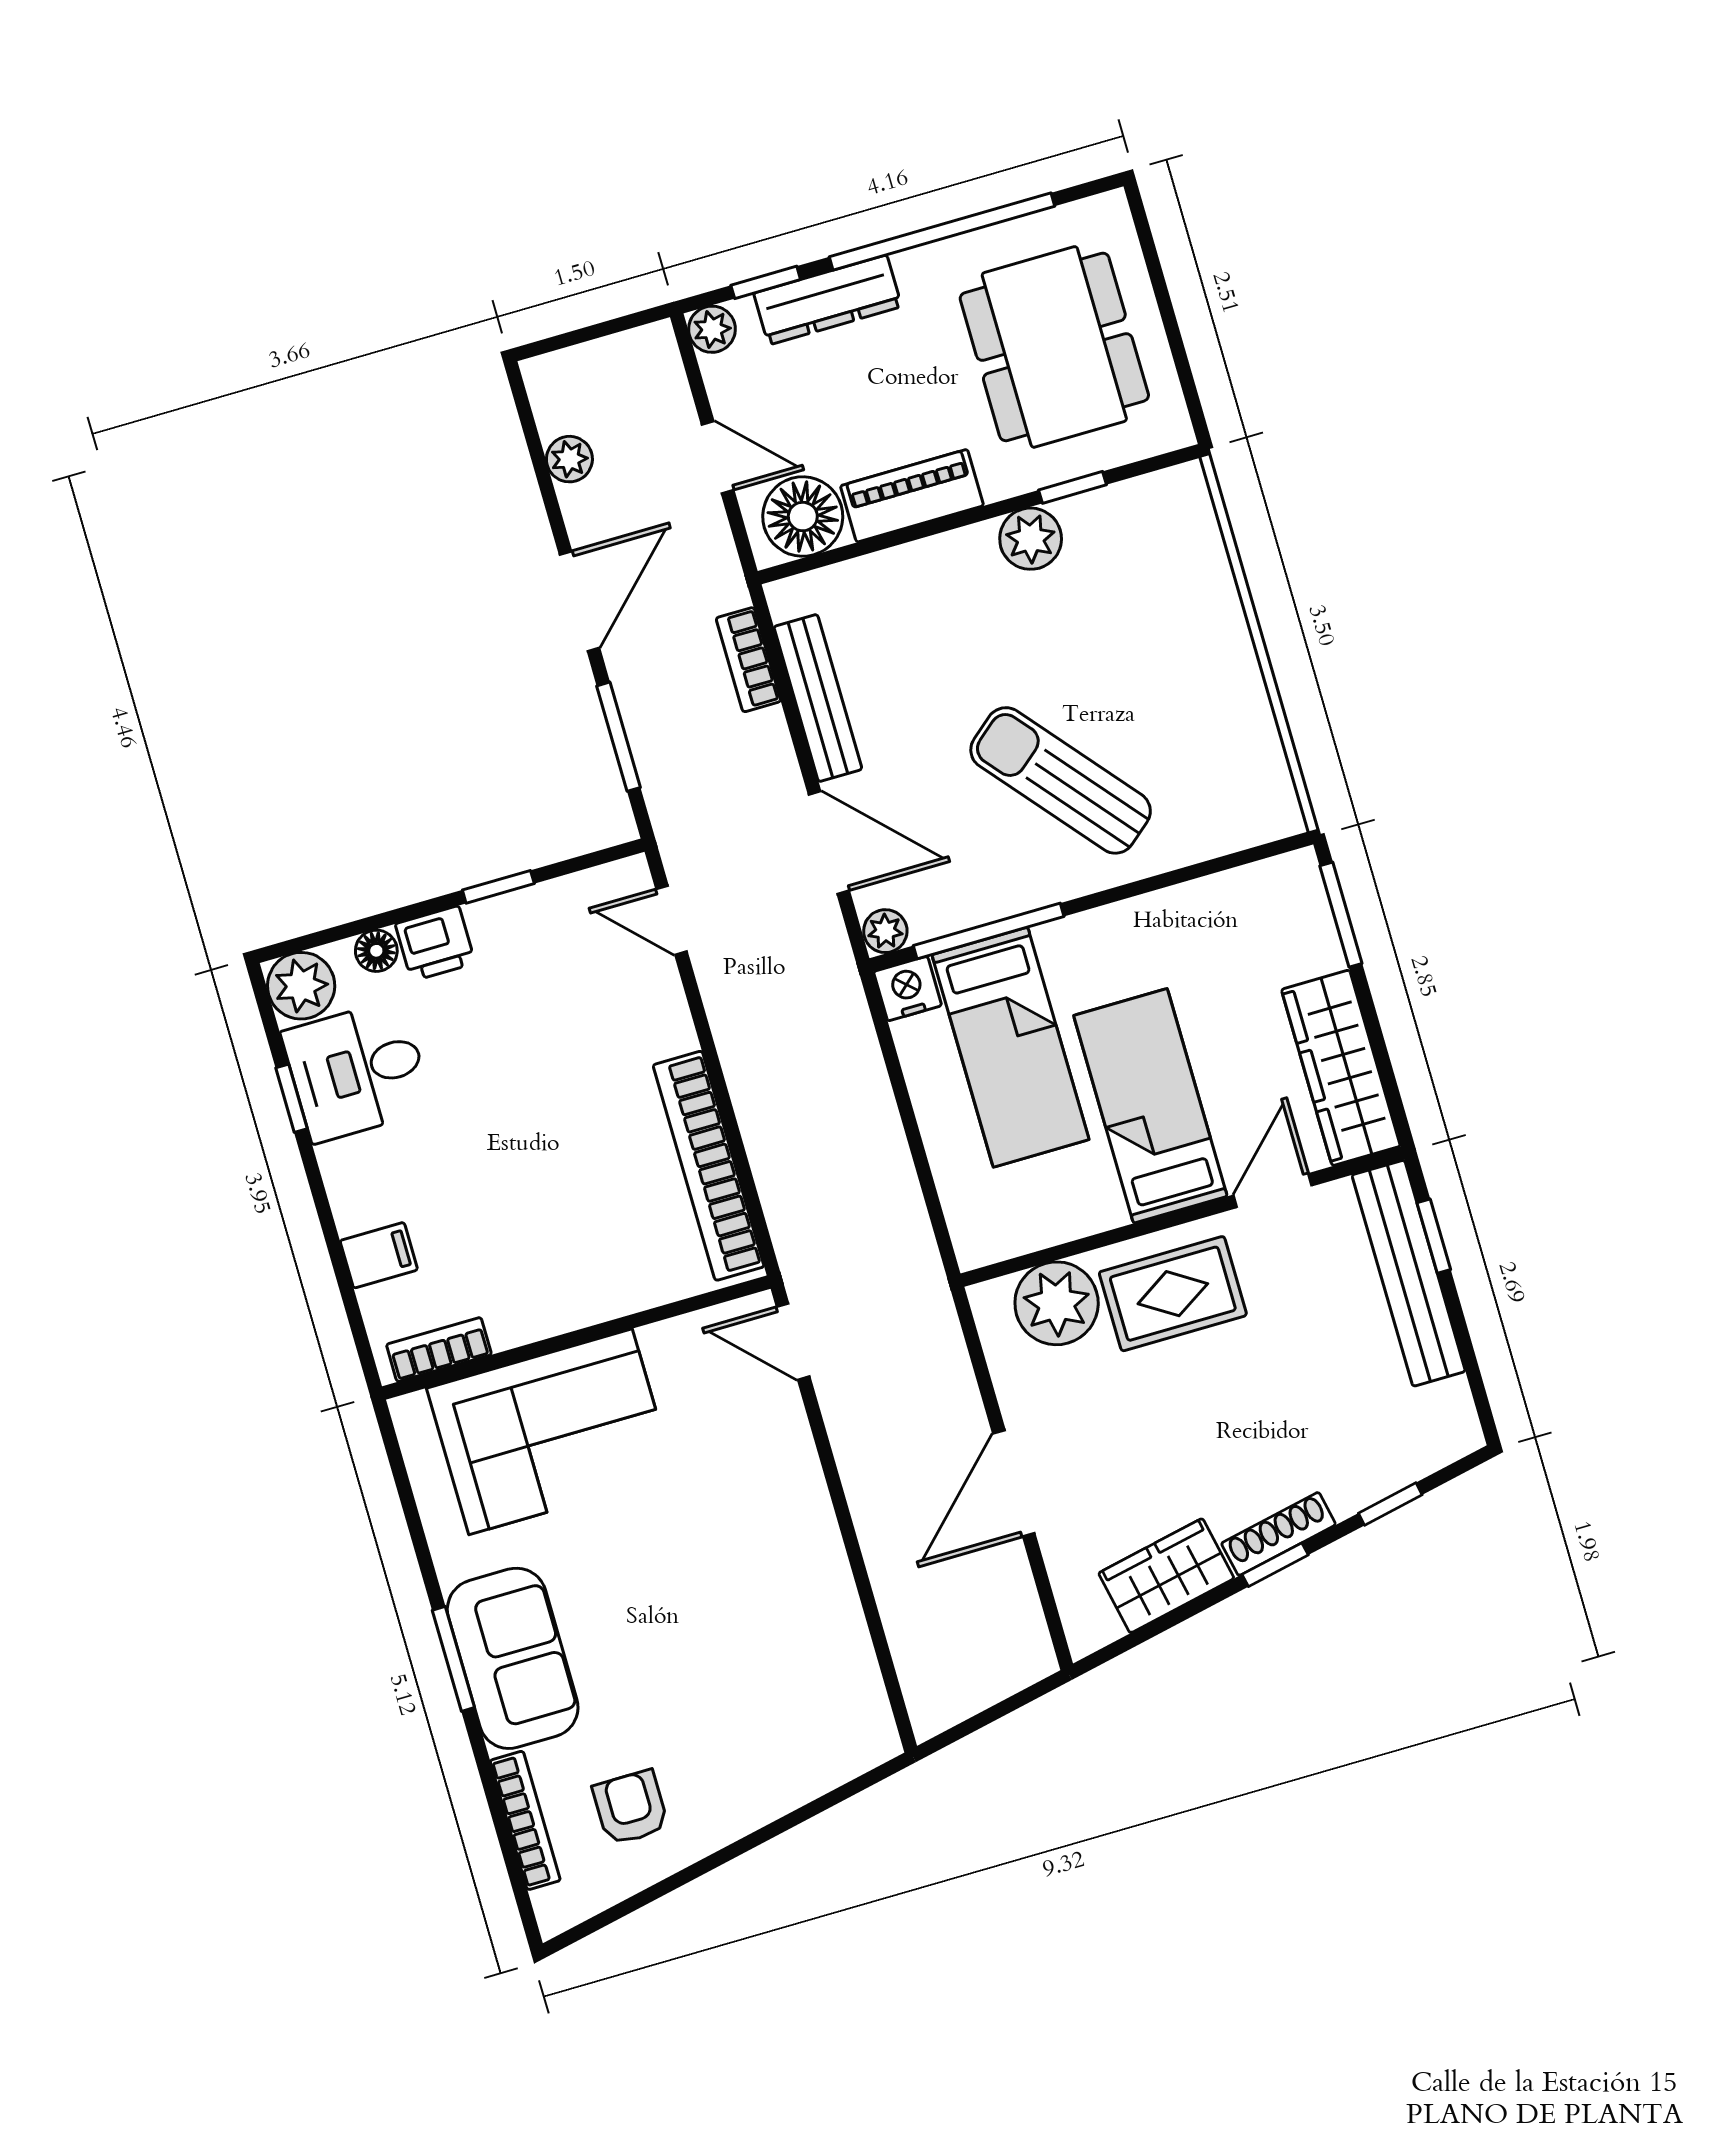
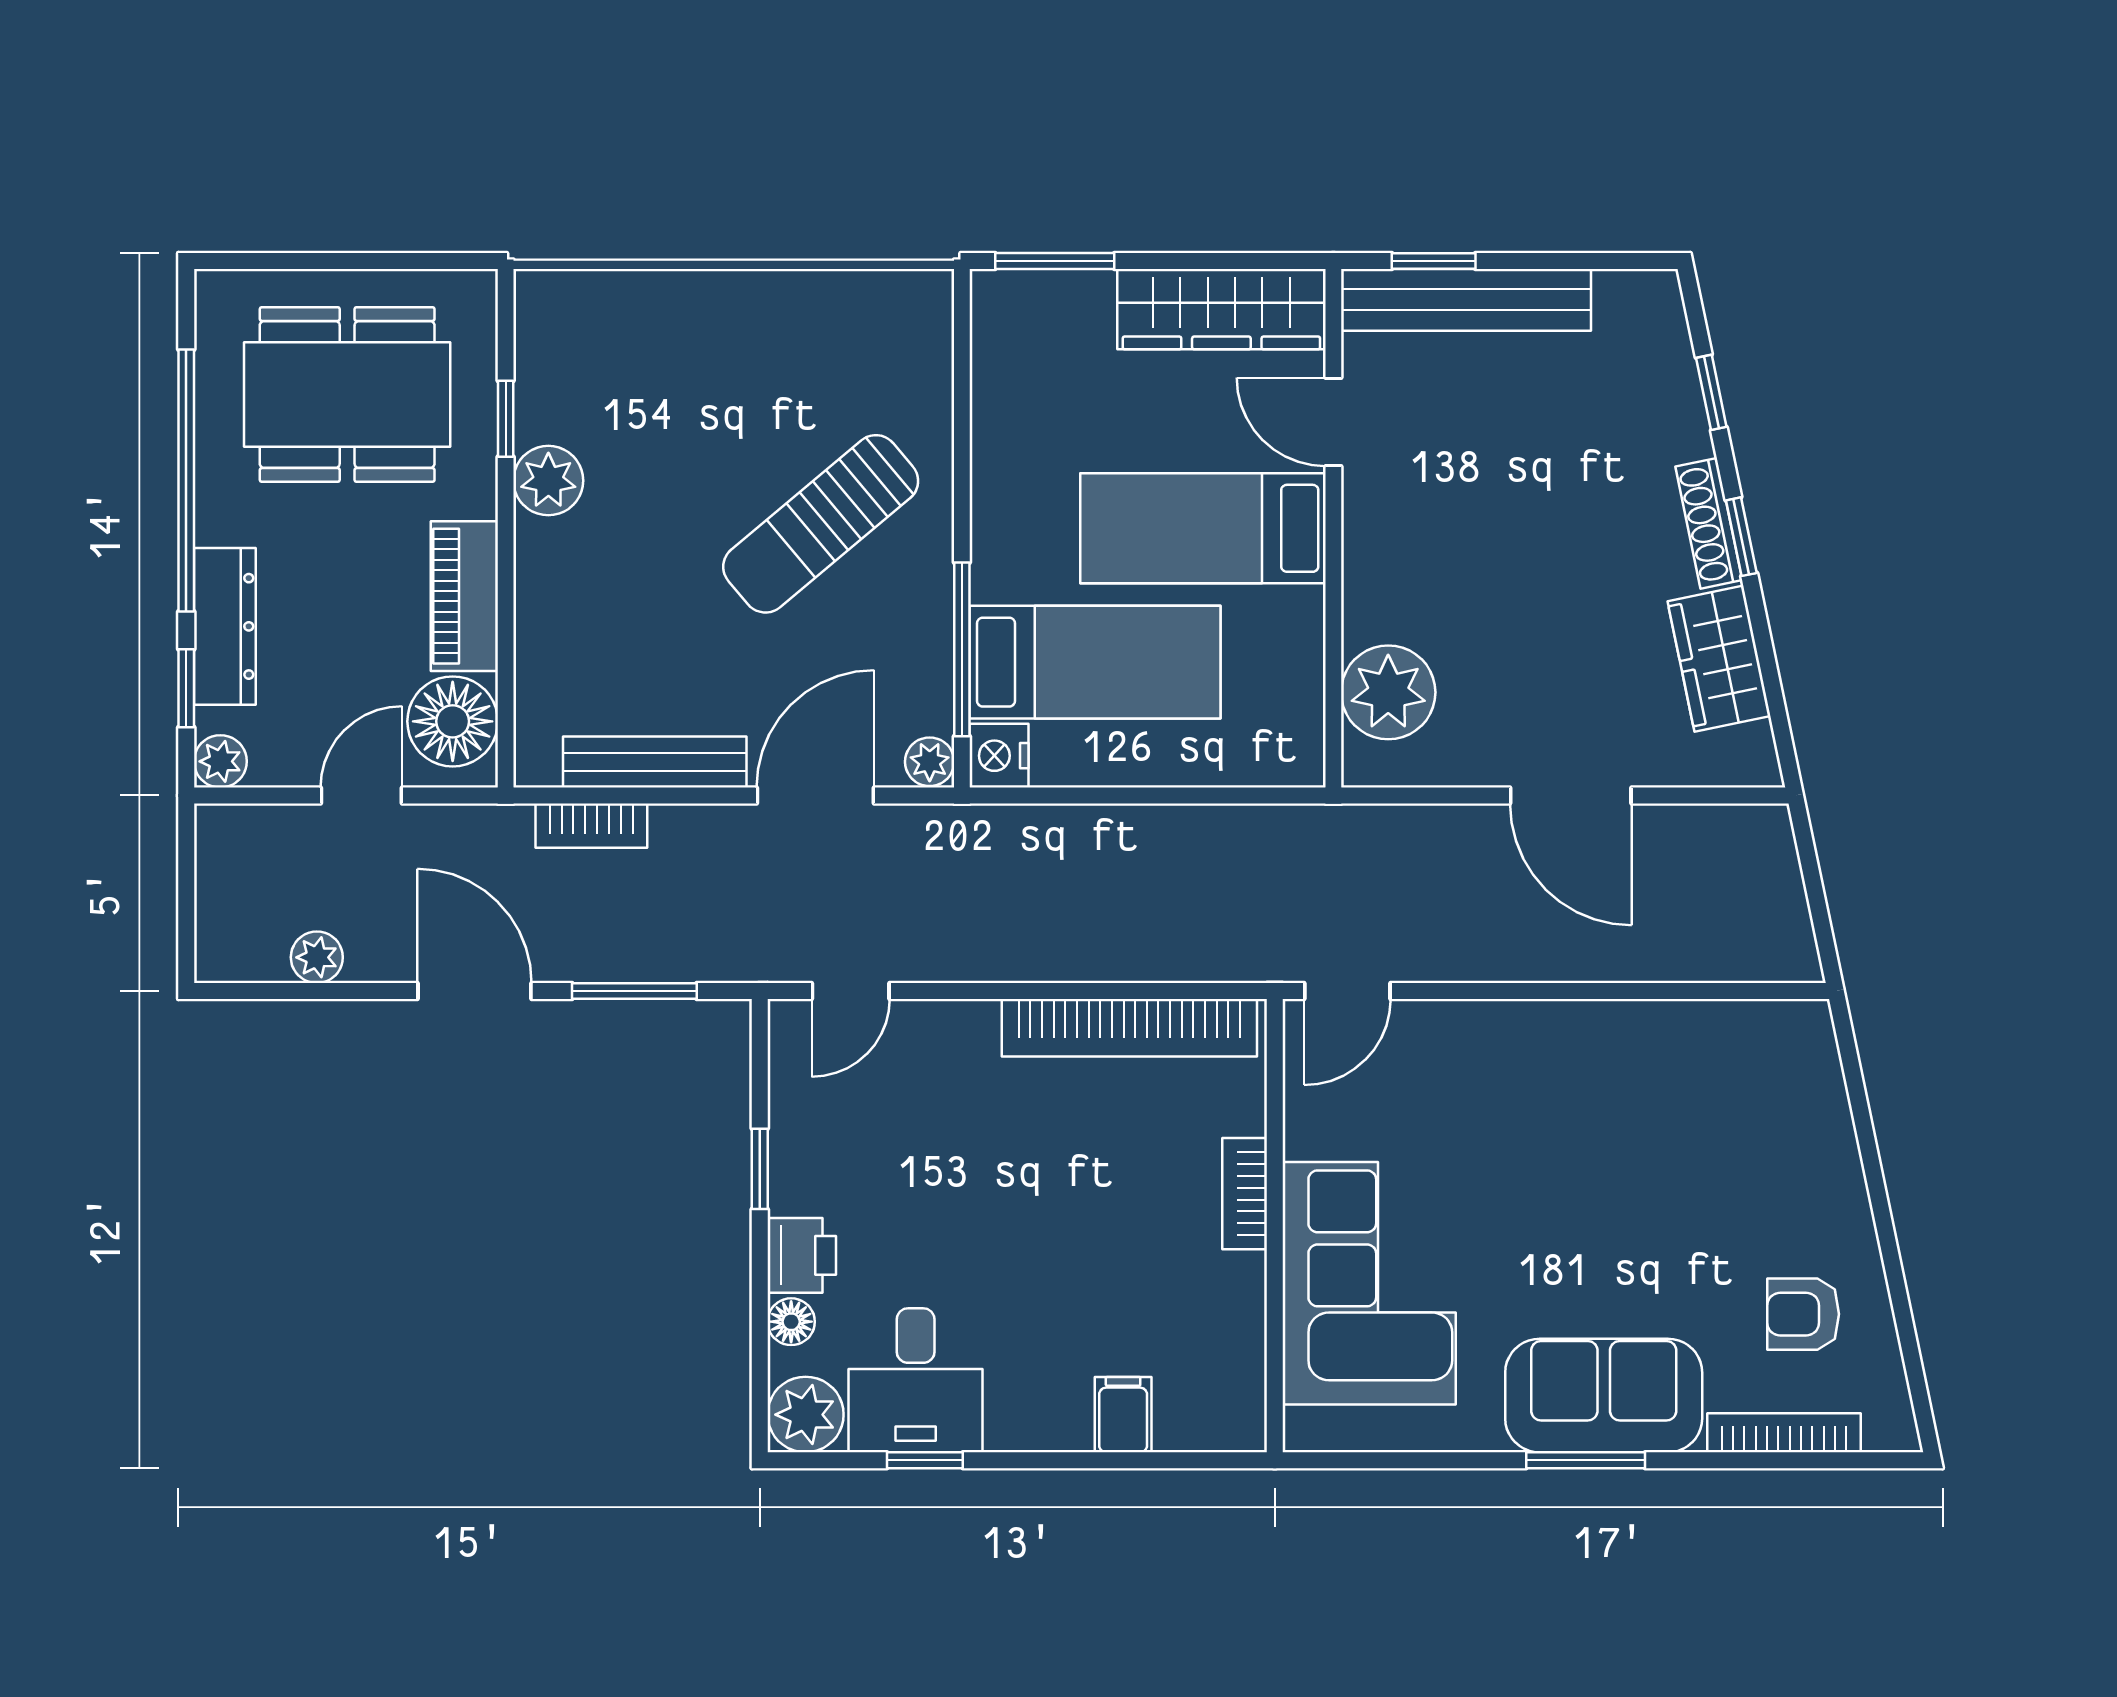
rug: (1173, 1294) -> (1414, 563), removed
bookcase: (439, 1349) -> (1245, 1194), moved

